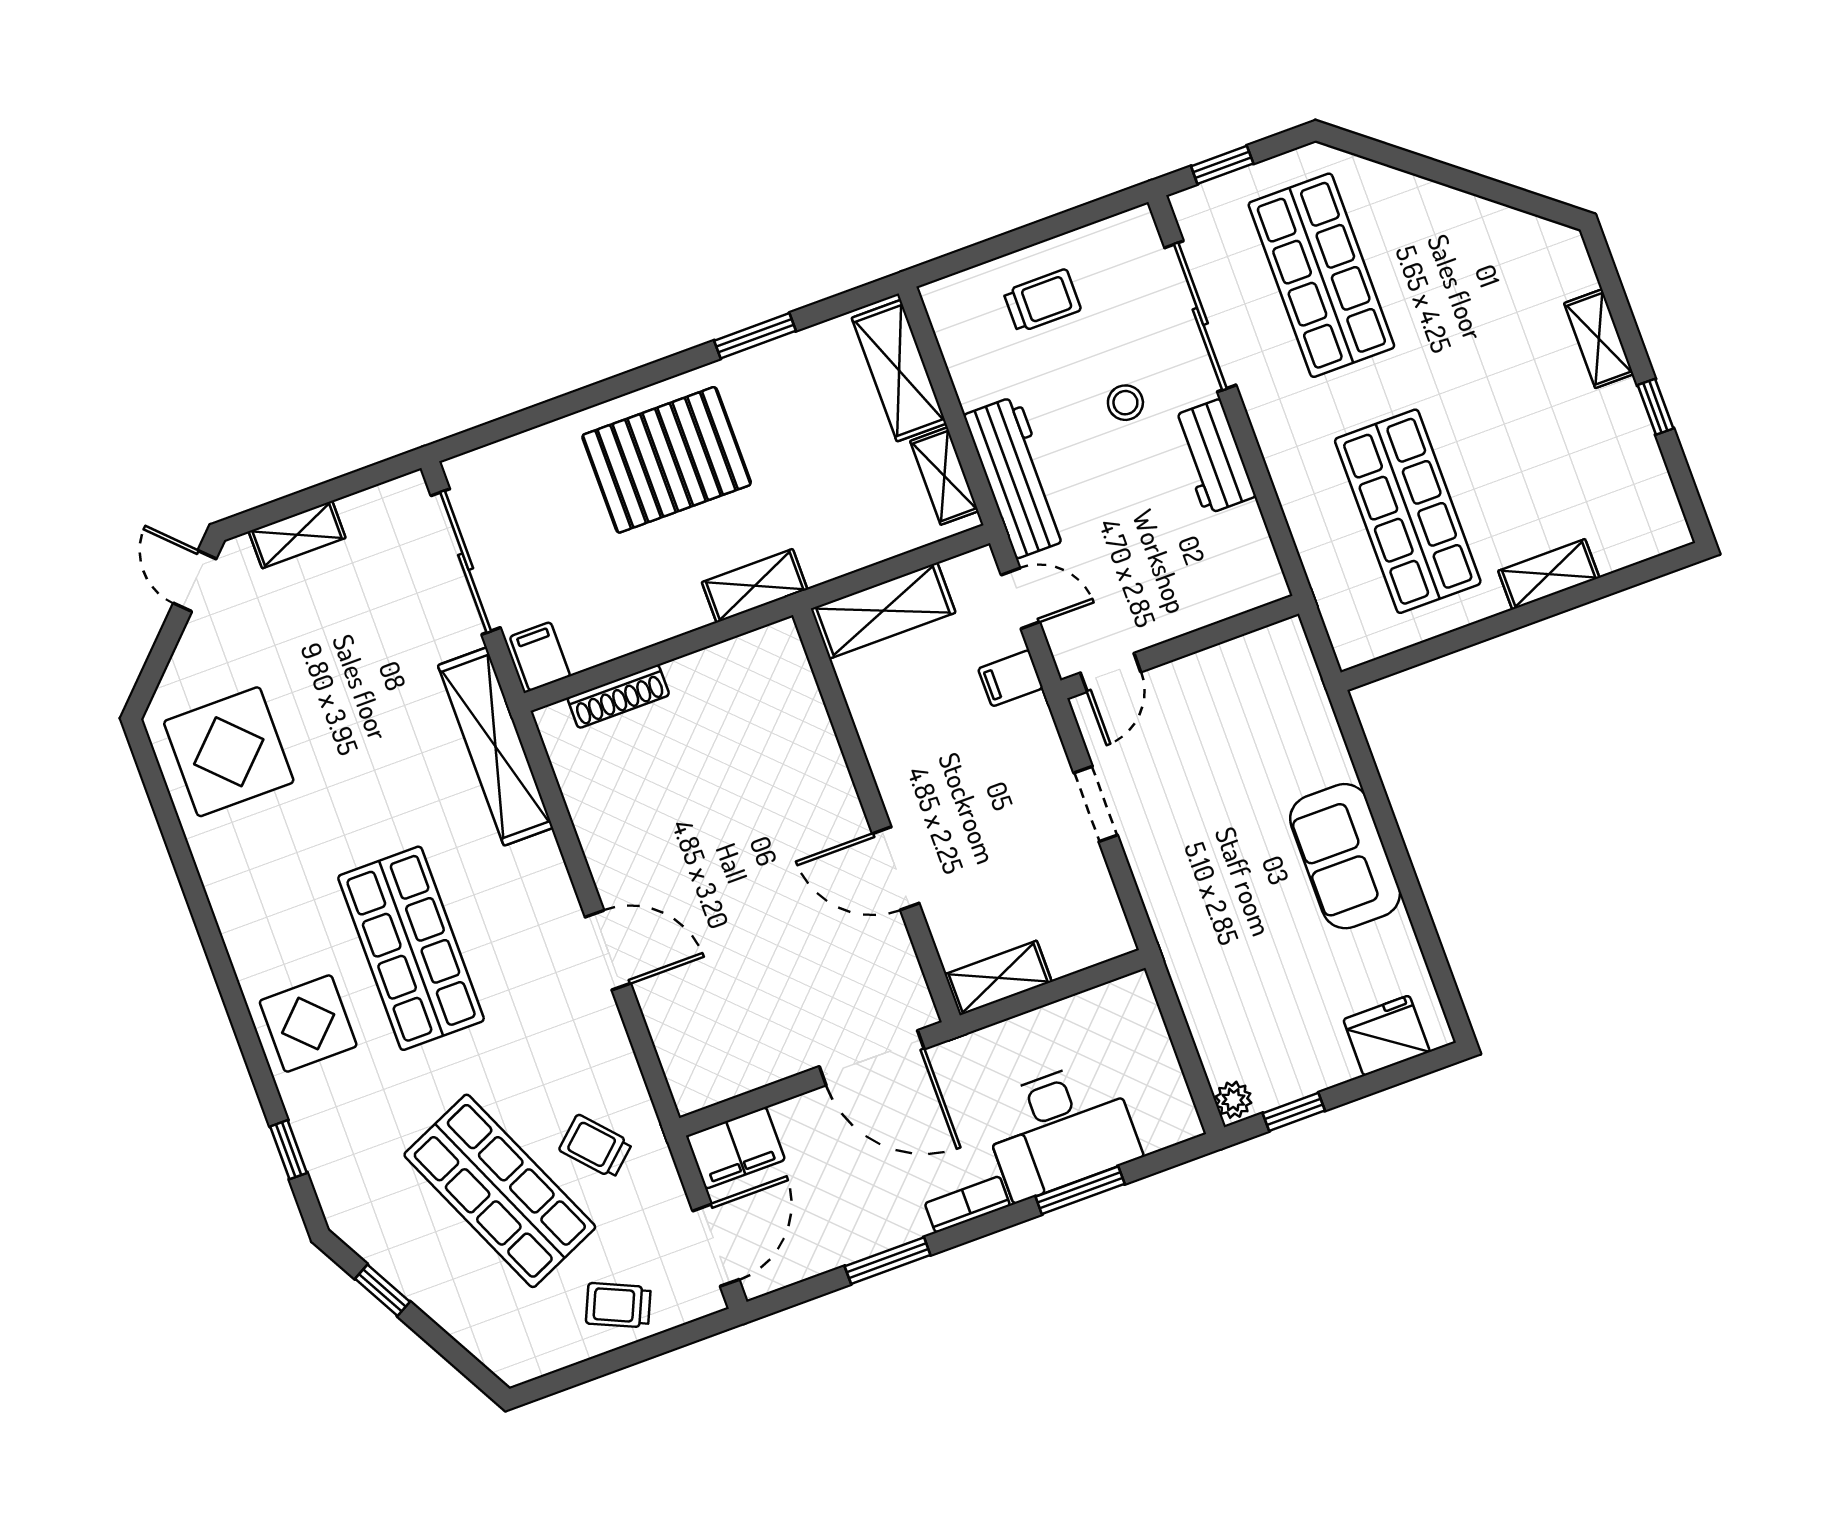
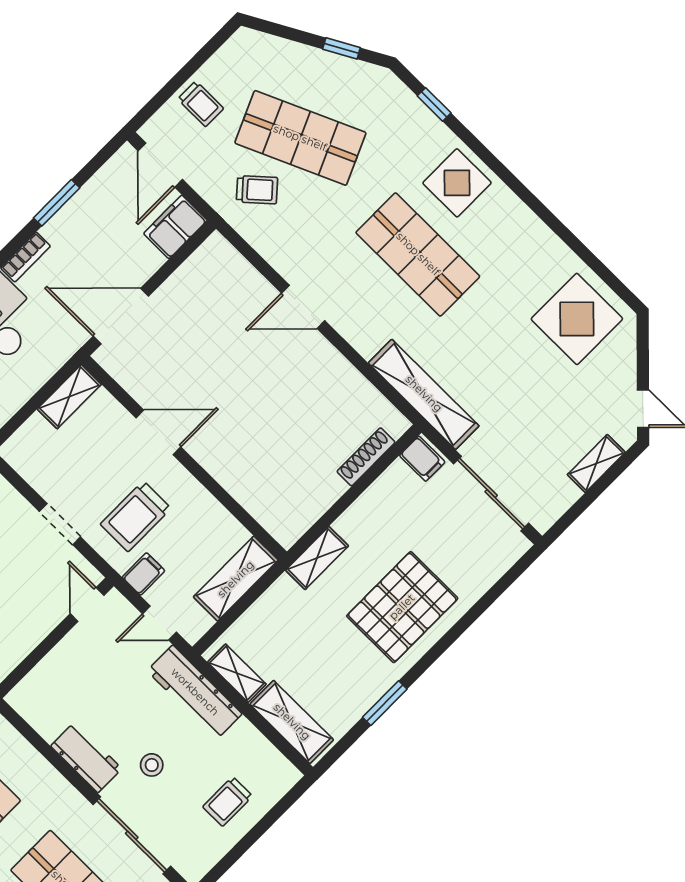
trolley: (983, 765) -> (136, 516), added
trolley: (618, 1305) -> (201, 104), turned 66

